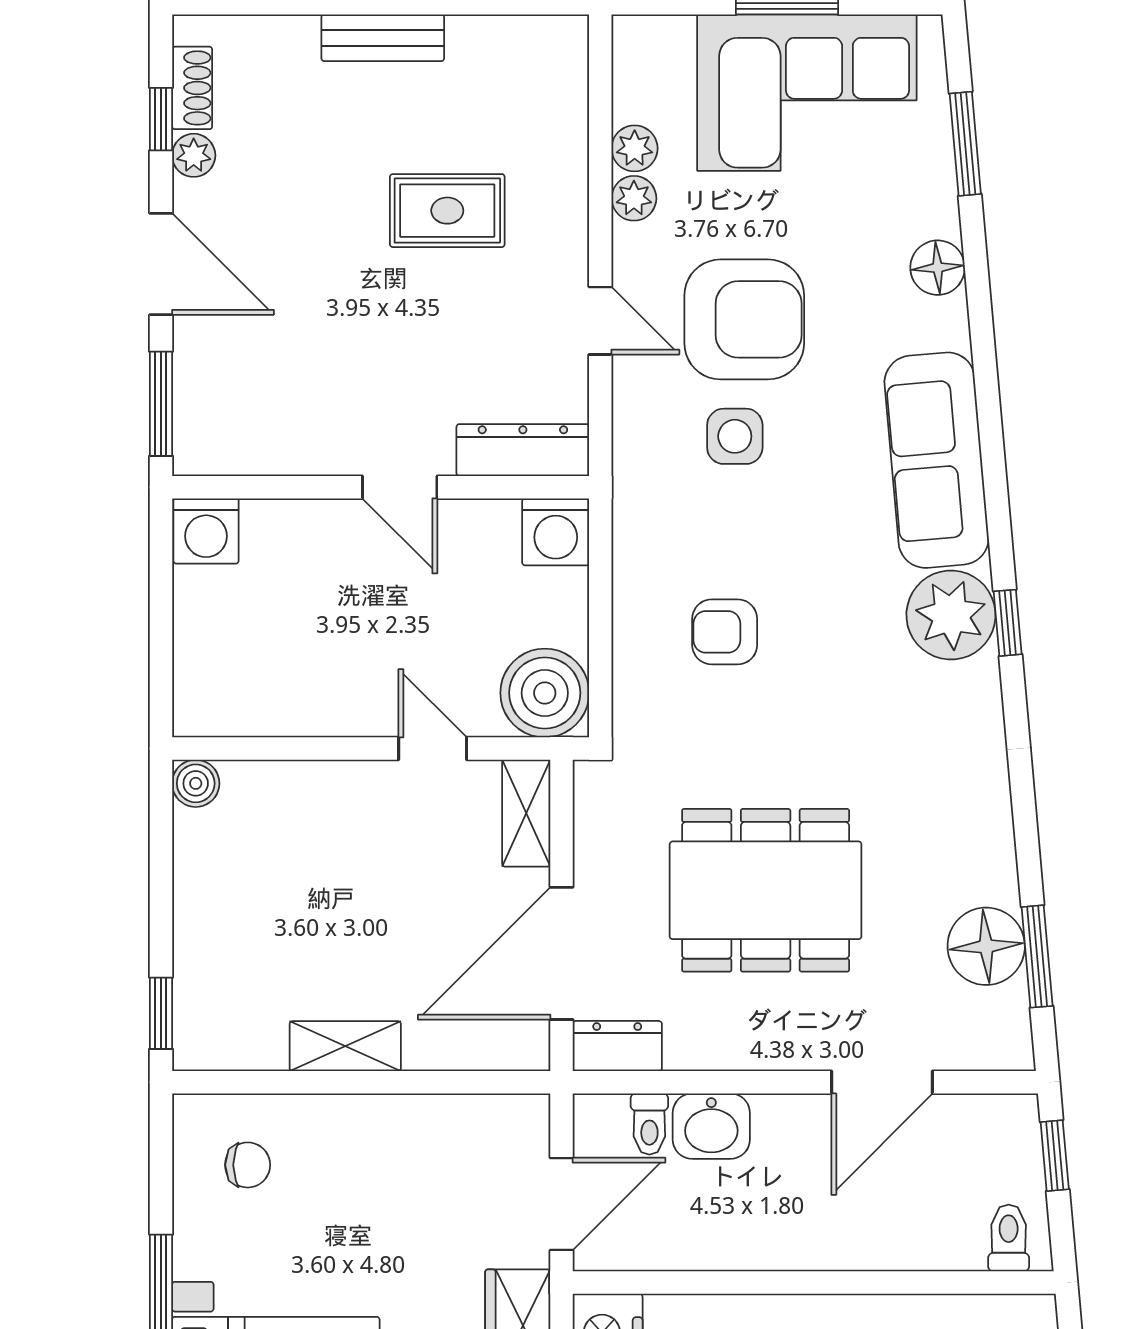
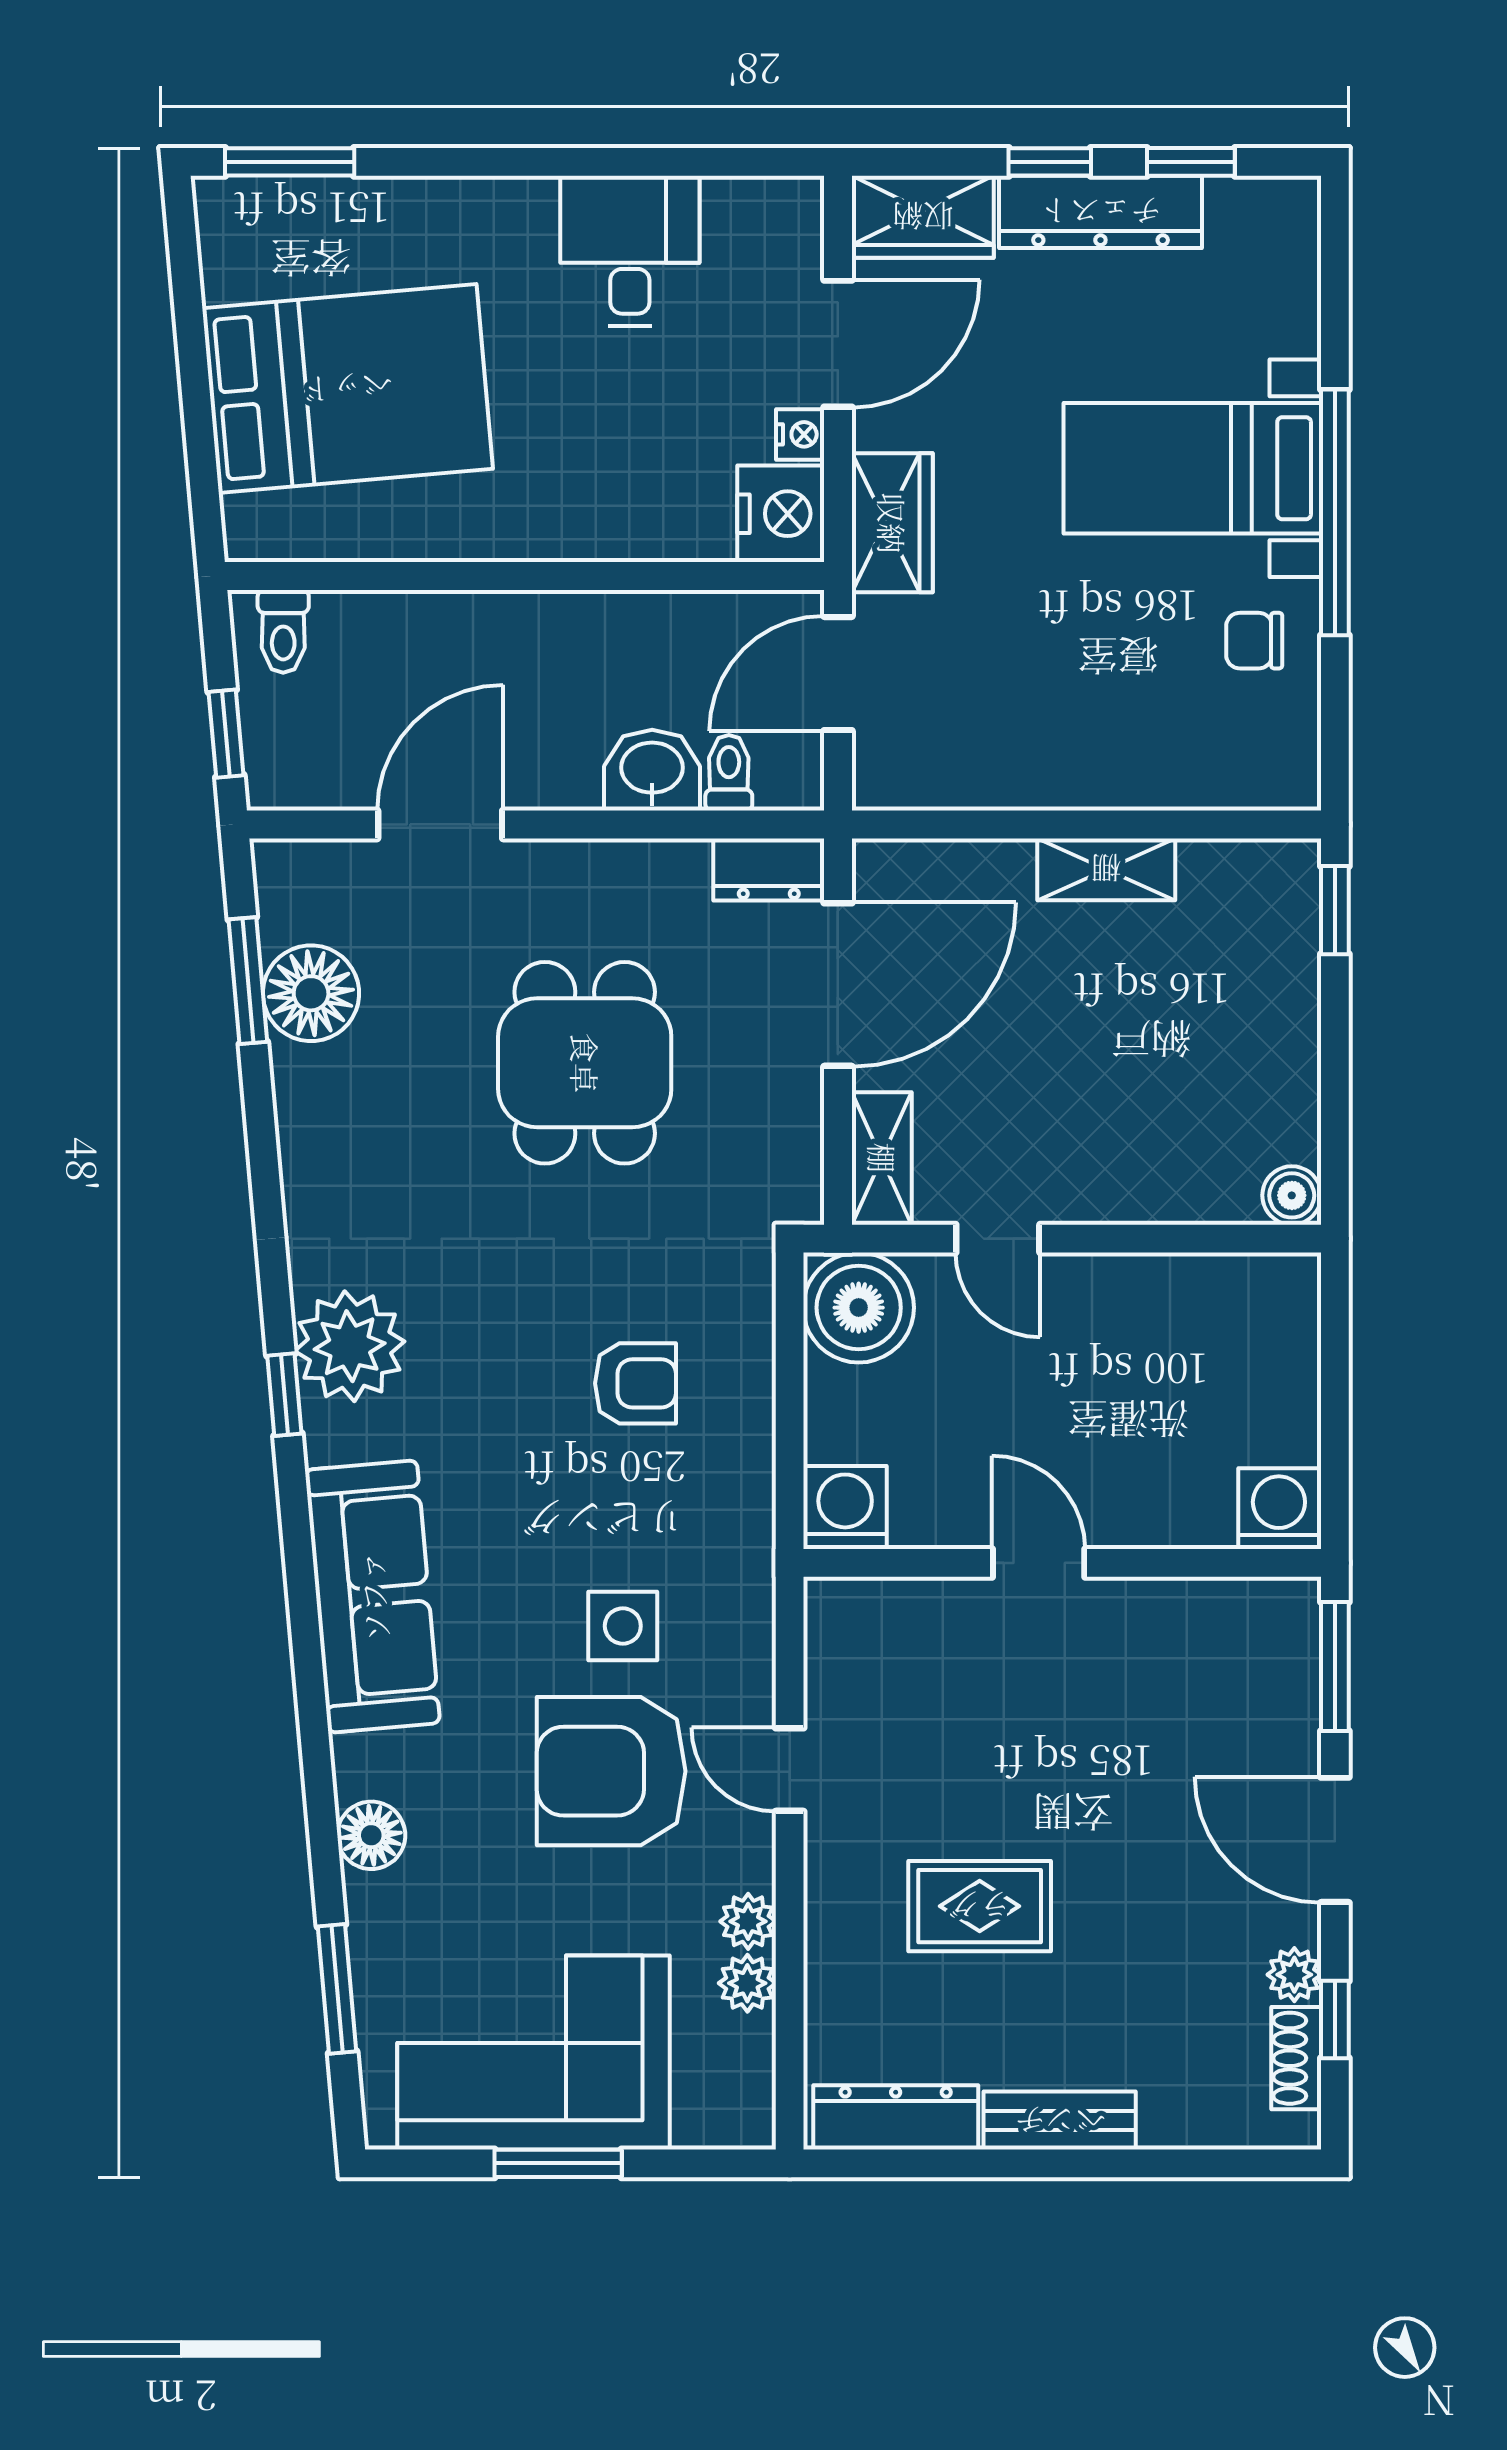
dresser: (523, 450) -> (896, 2117), moved, turned 180
plant: (951, 615) -> (350, 1346), moved
dining table: (766, 890) -> (585, 1063), width x0.73
chair: (248, 1165) -> (1254, 641), moved

